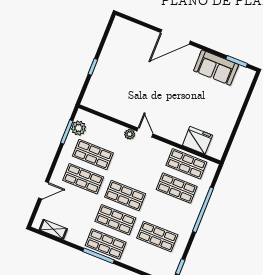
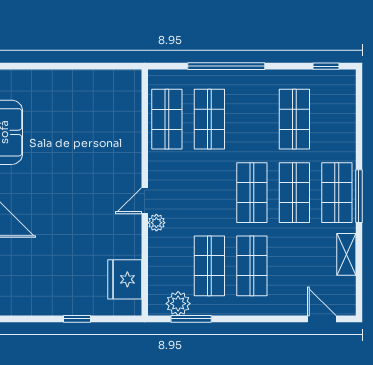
fridge: (197, 140) -> (125, 279), moved
door: (43, 190) -> (322, 319), moved
shelving: (53, 229) -> (346, 254), moved

